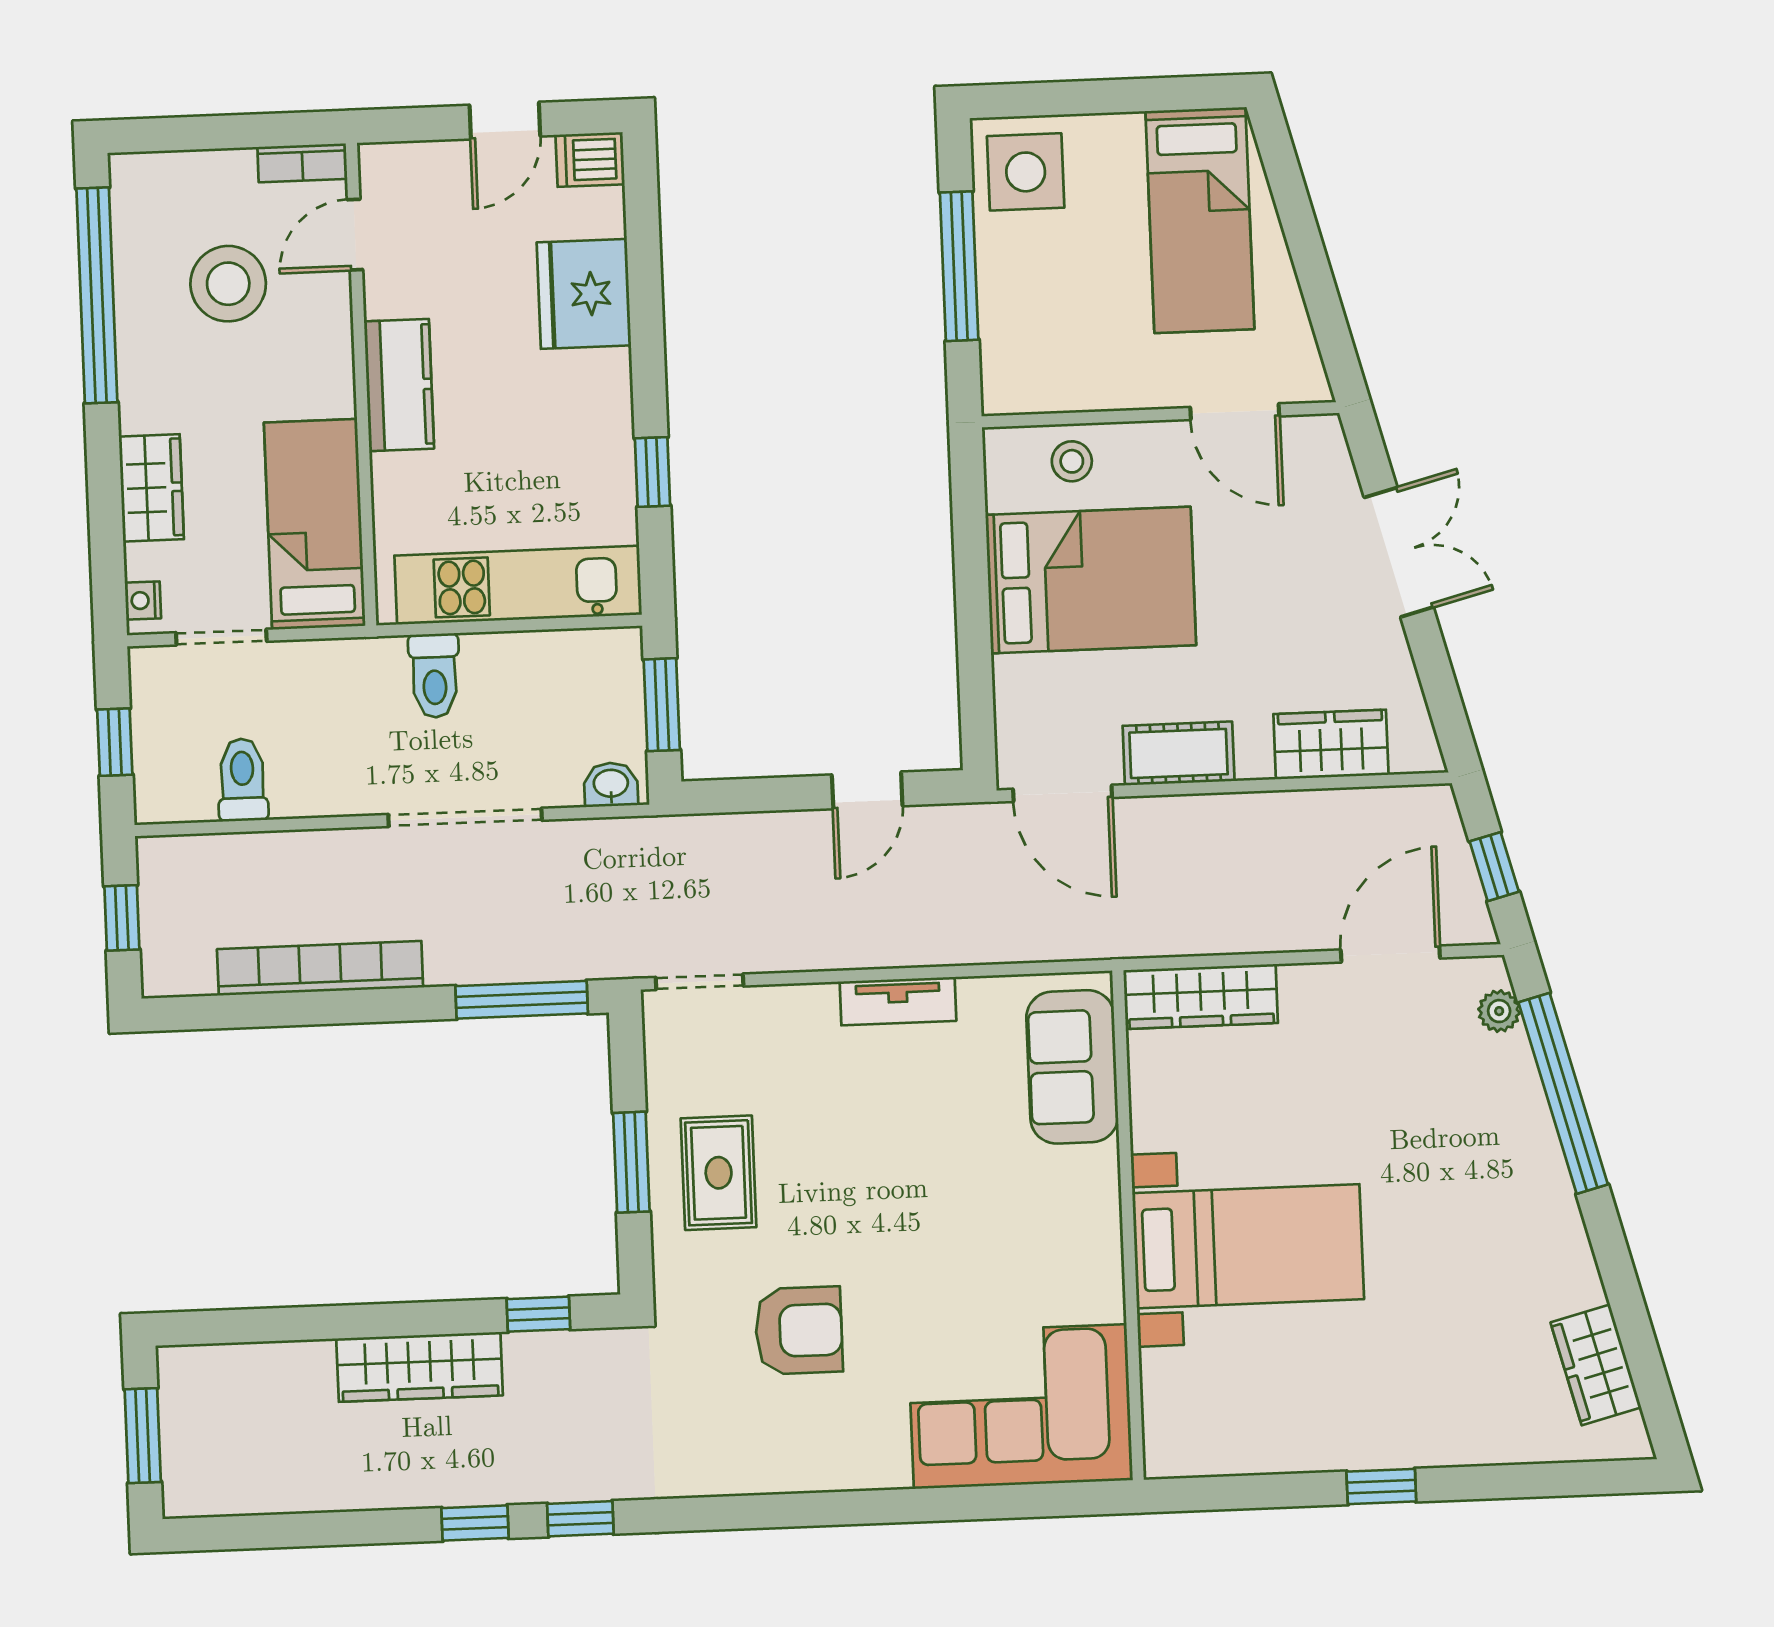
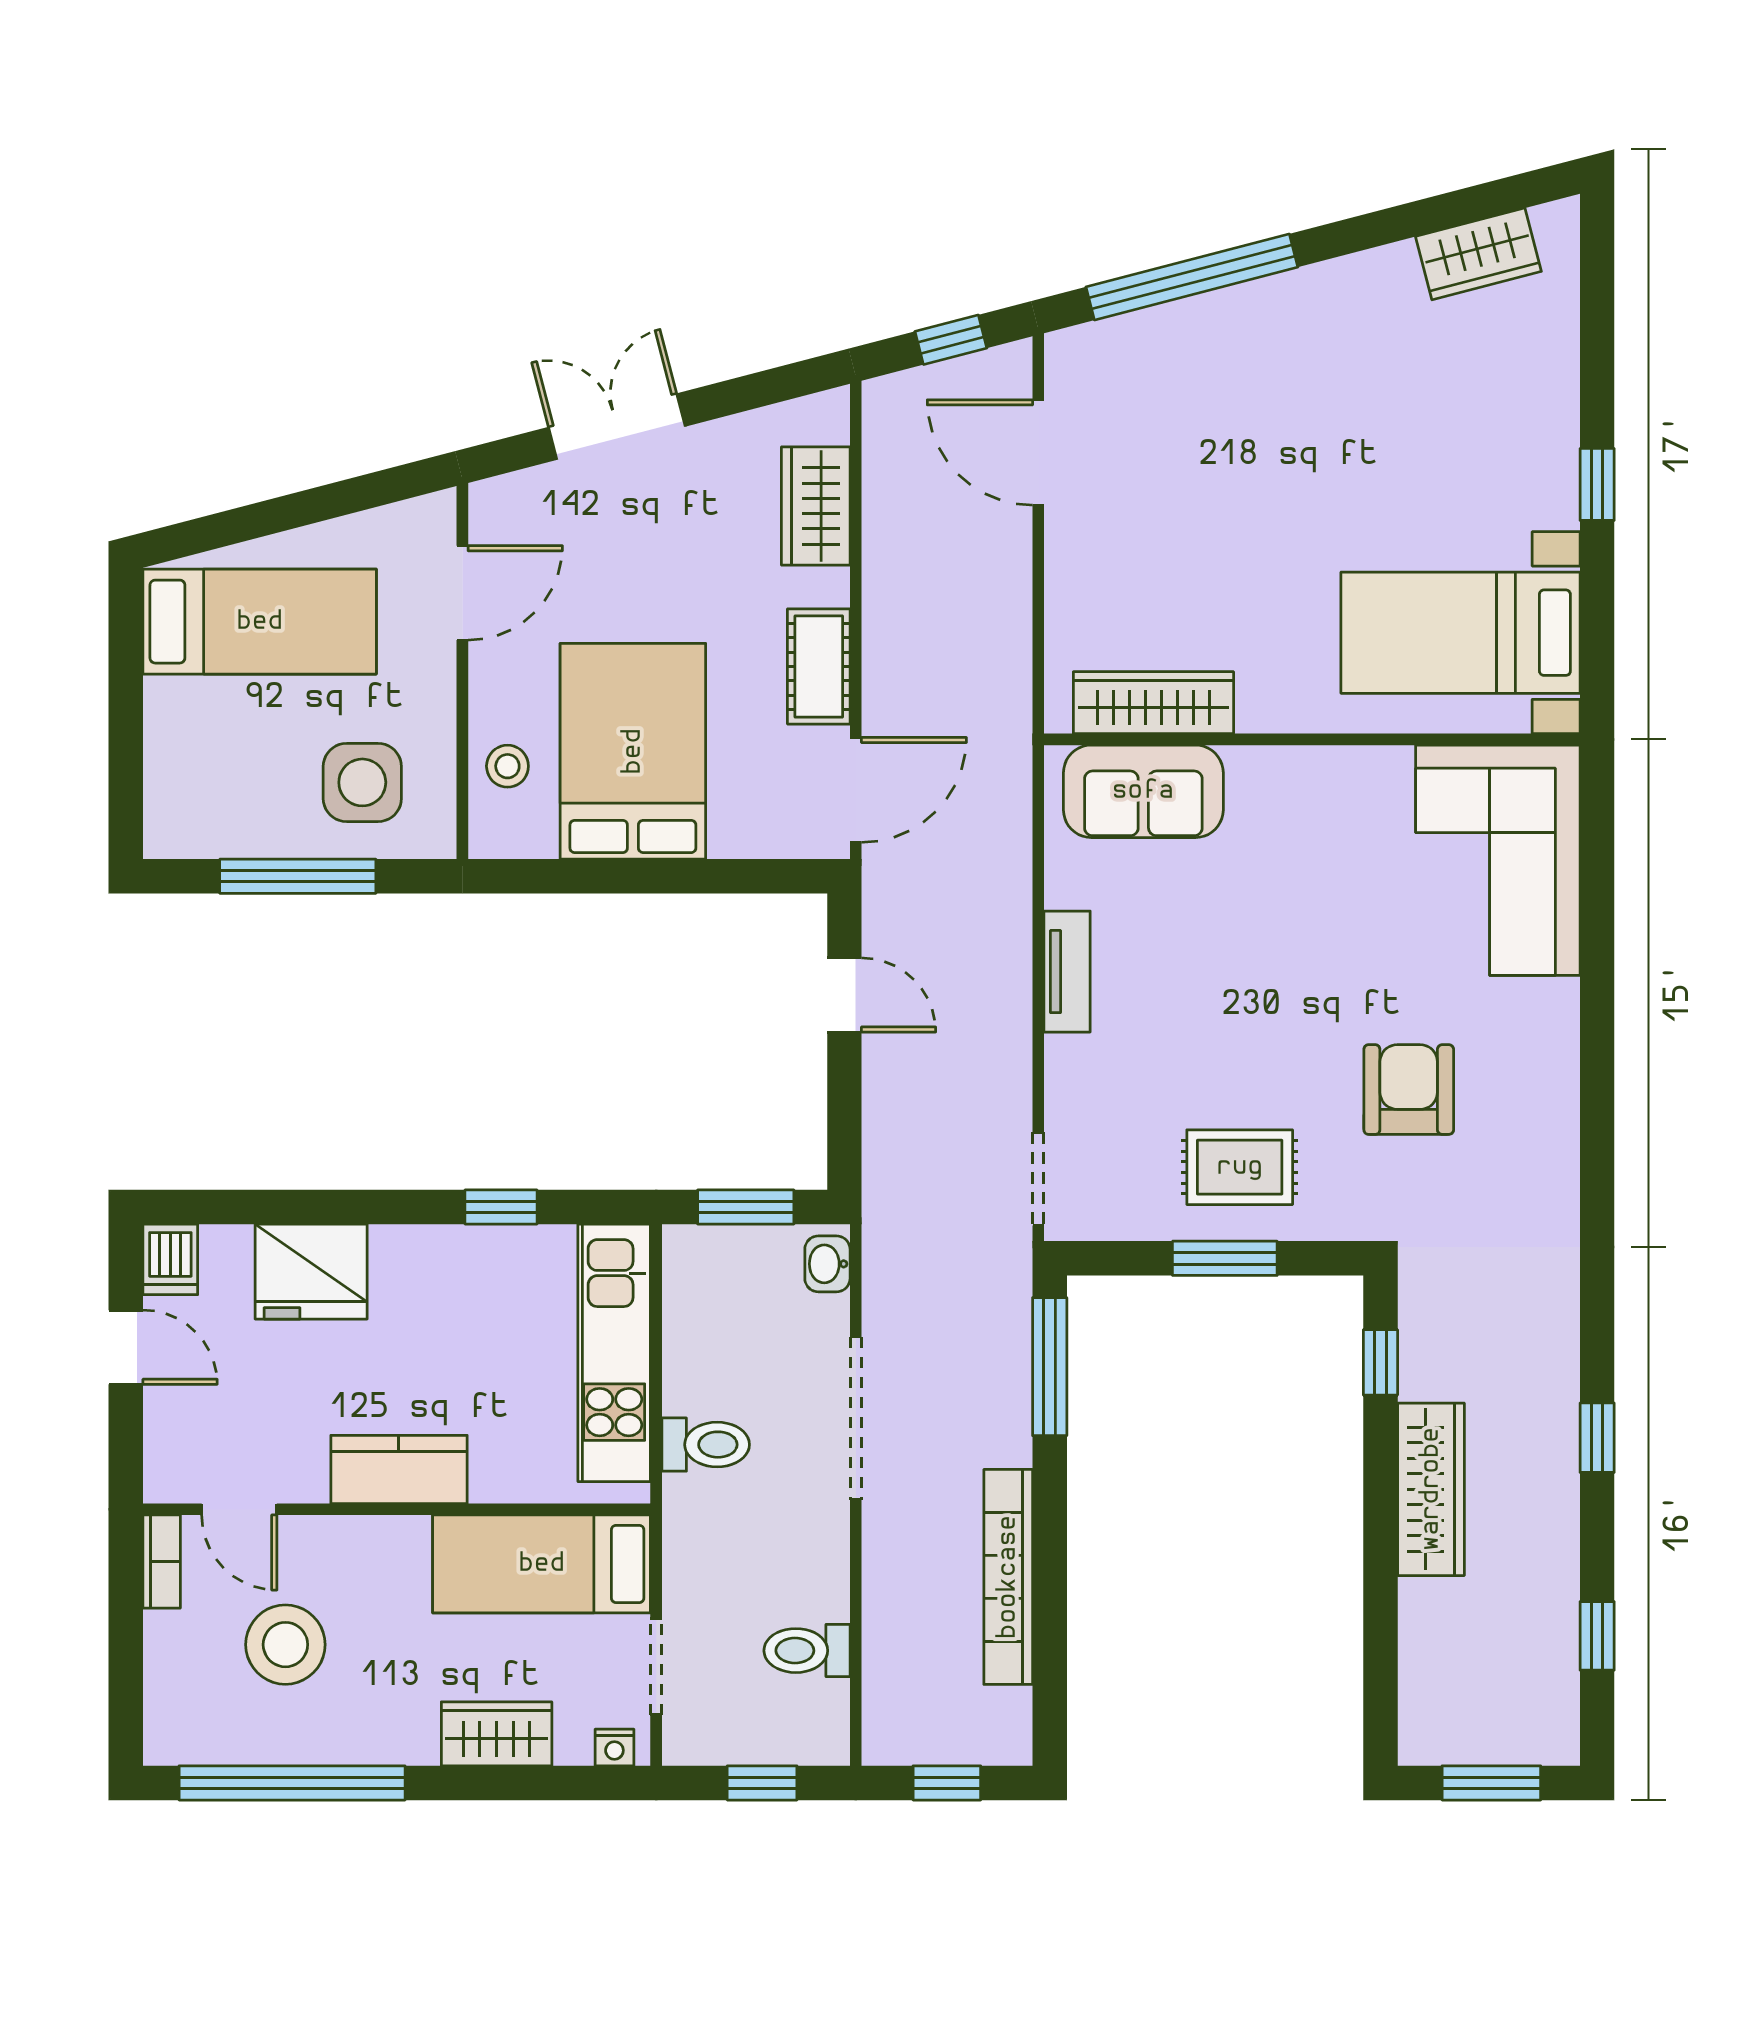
side table: (1026, 172) -> (362, 782), moved
wardrobe: (1201, 997) -> (1153, 703), moved, turned -90
plant: (1499, 1011) -> (1103, 341), removed
bed with nightstands: (1248, 1246) -> (1461, 633), moved, turned -90
window: (580, 1519) -> (1597, 1636), moved

